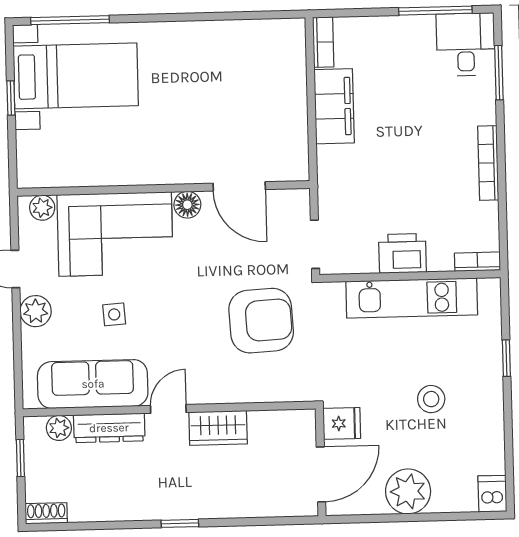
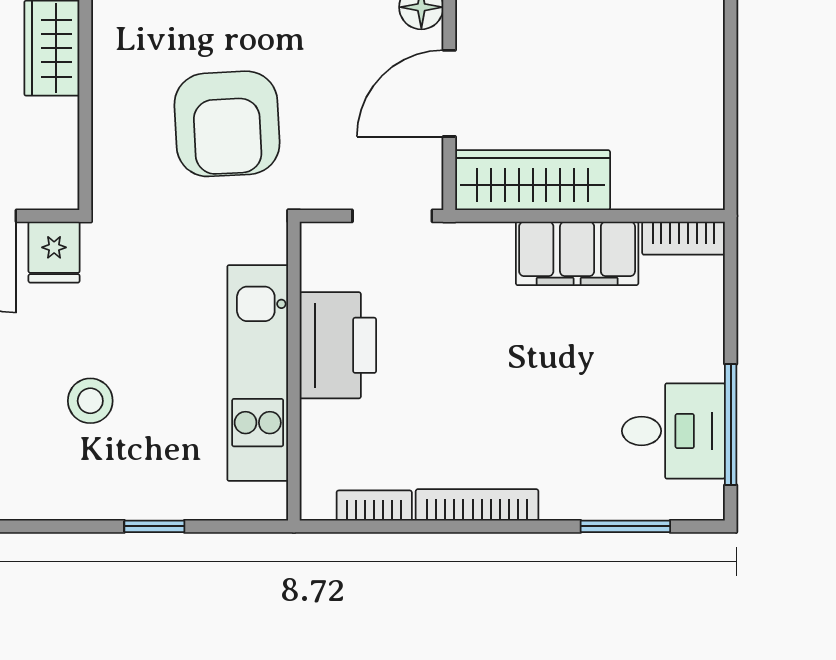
desk: (466, 44) -> (673, 431), moved
wardrobe: (290, 135) -> (533, 180), added
doorway: (315, 244) -> (392, 216), moved
printer: (402, 253) -> (338, 345), width x1.37, depth x1.19
bookcase: (477, 262) -> (374, 506), moved, turned -90

